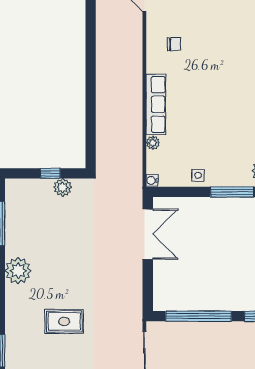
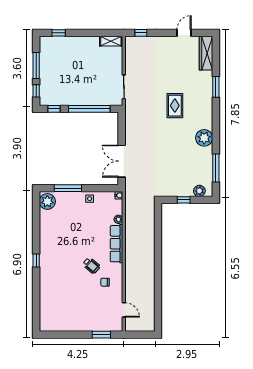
wheelchair: (195, 70) -> (91, 265), added
plant: (63, 187) -> (199, 191), moved
rug: (64, 321) -> (175, 106), turned 90

